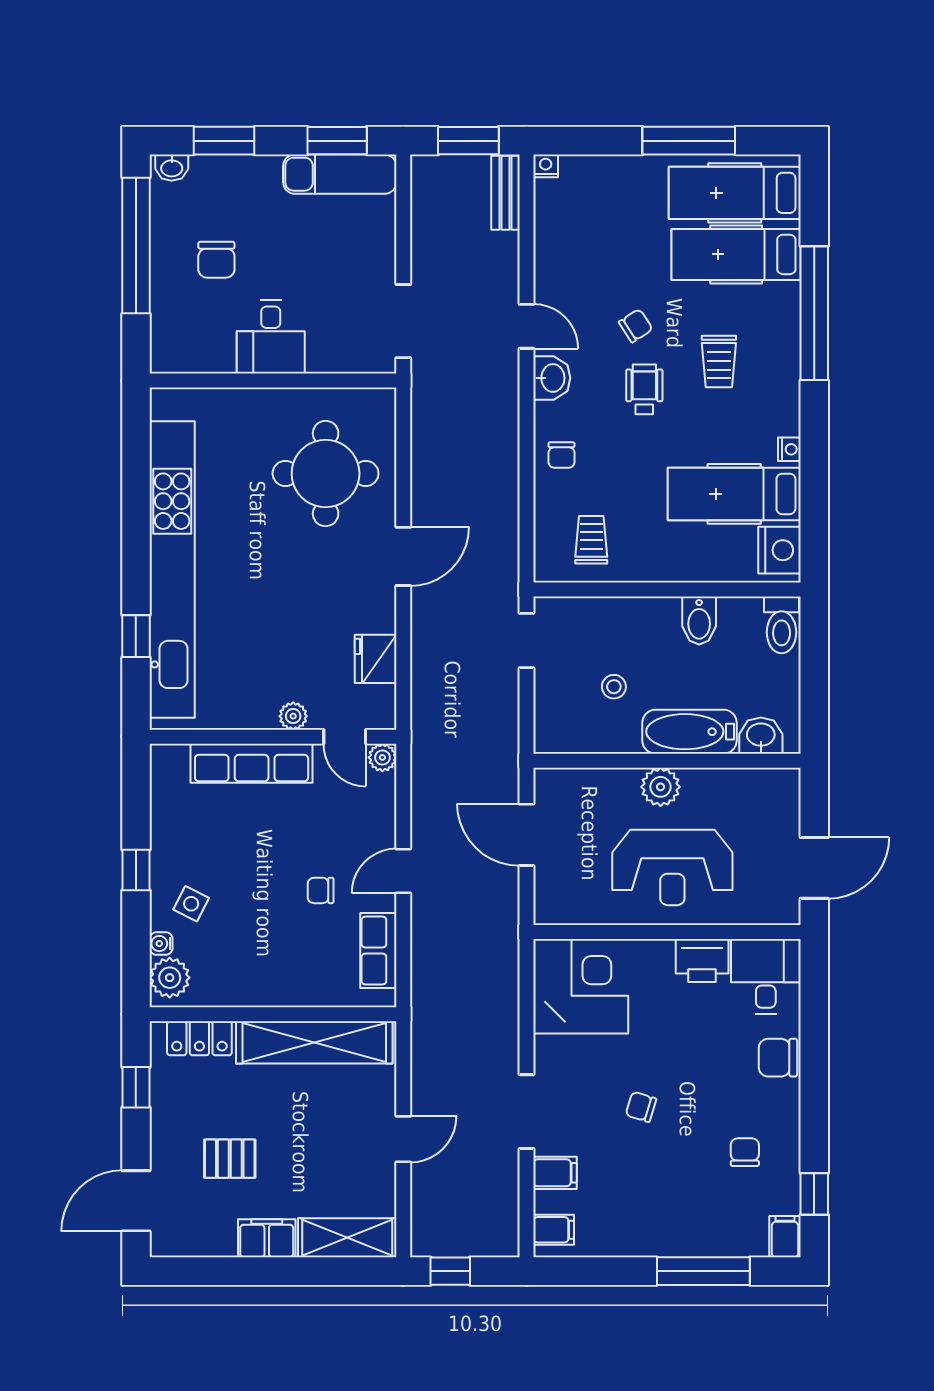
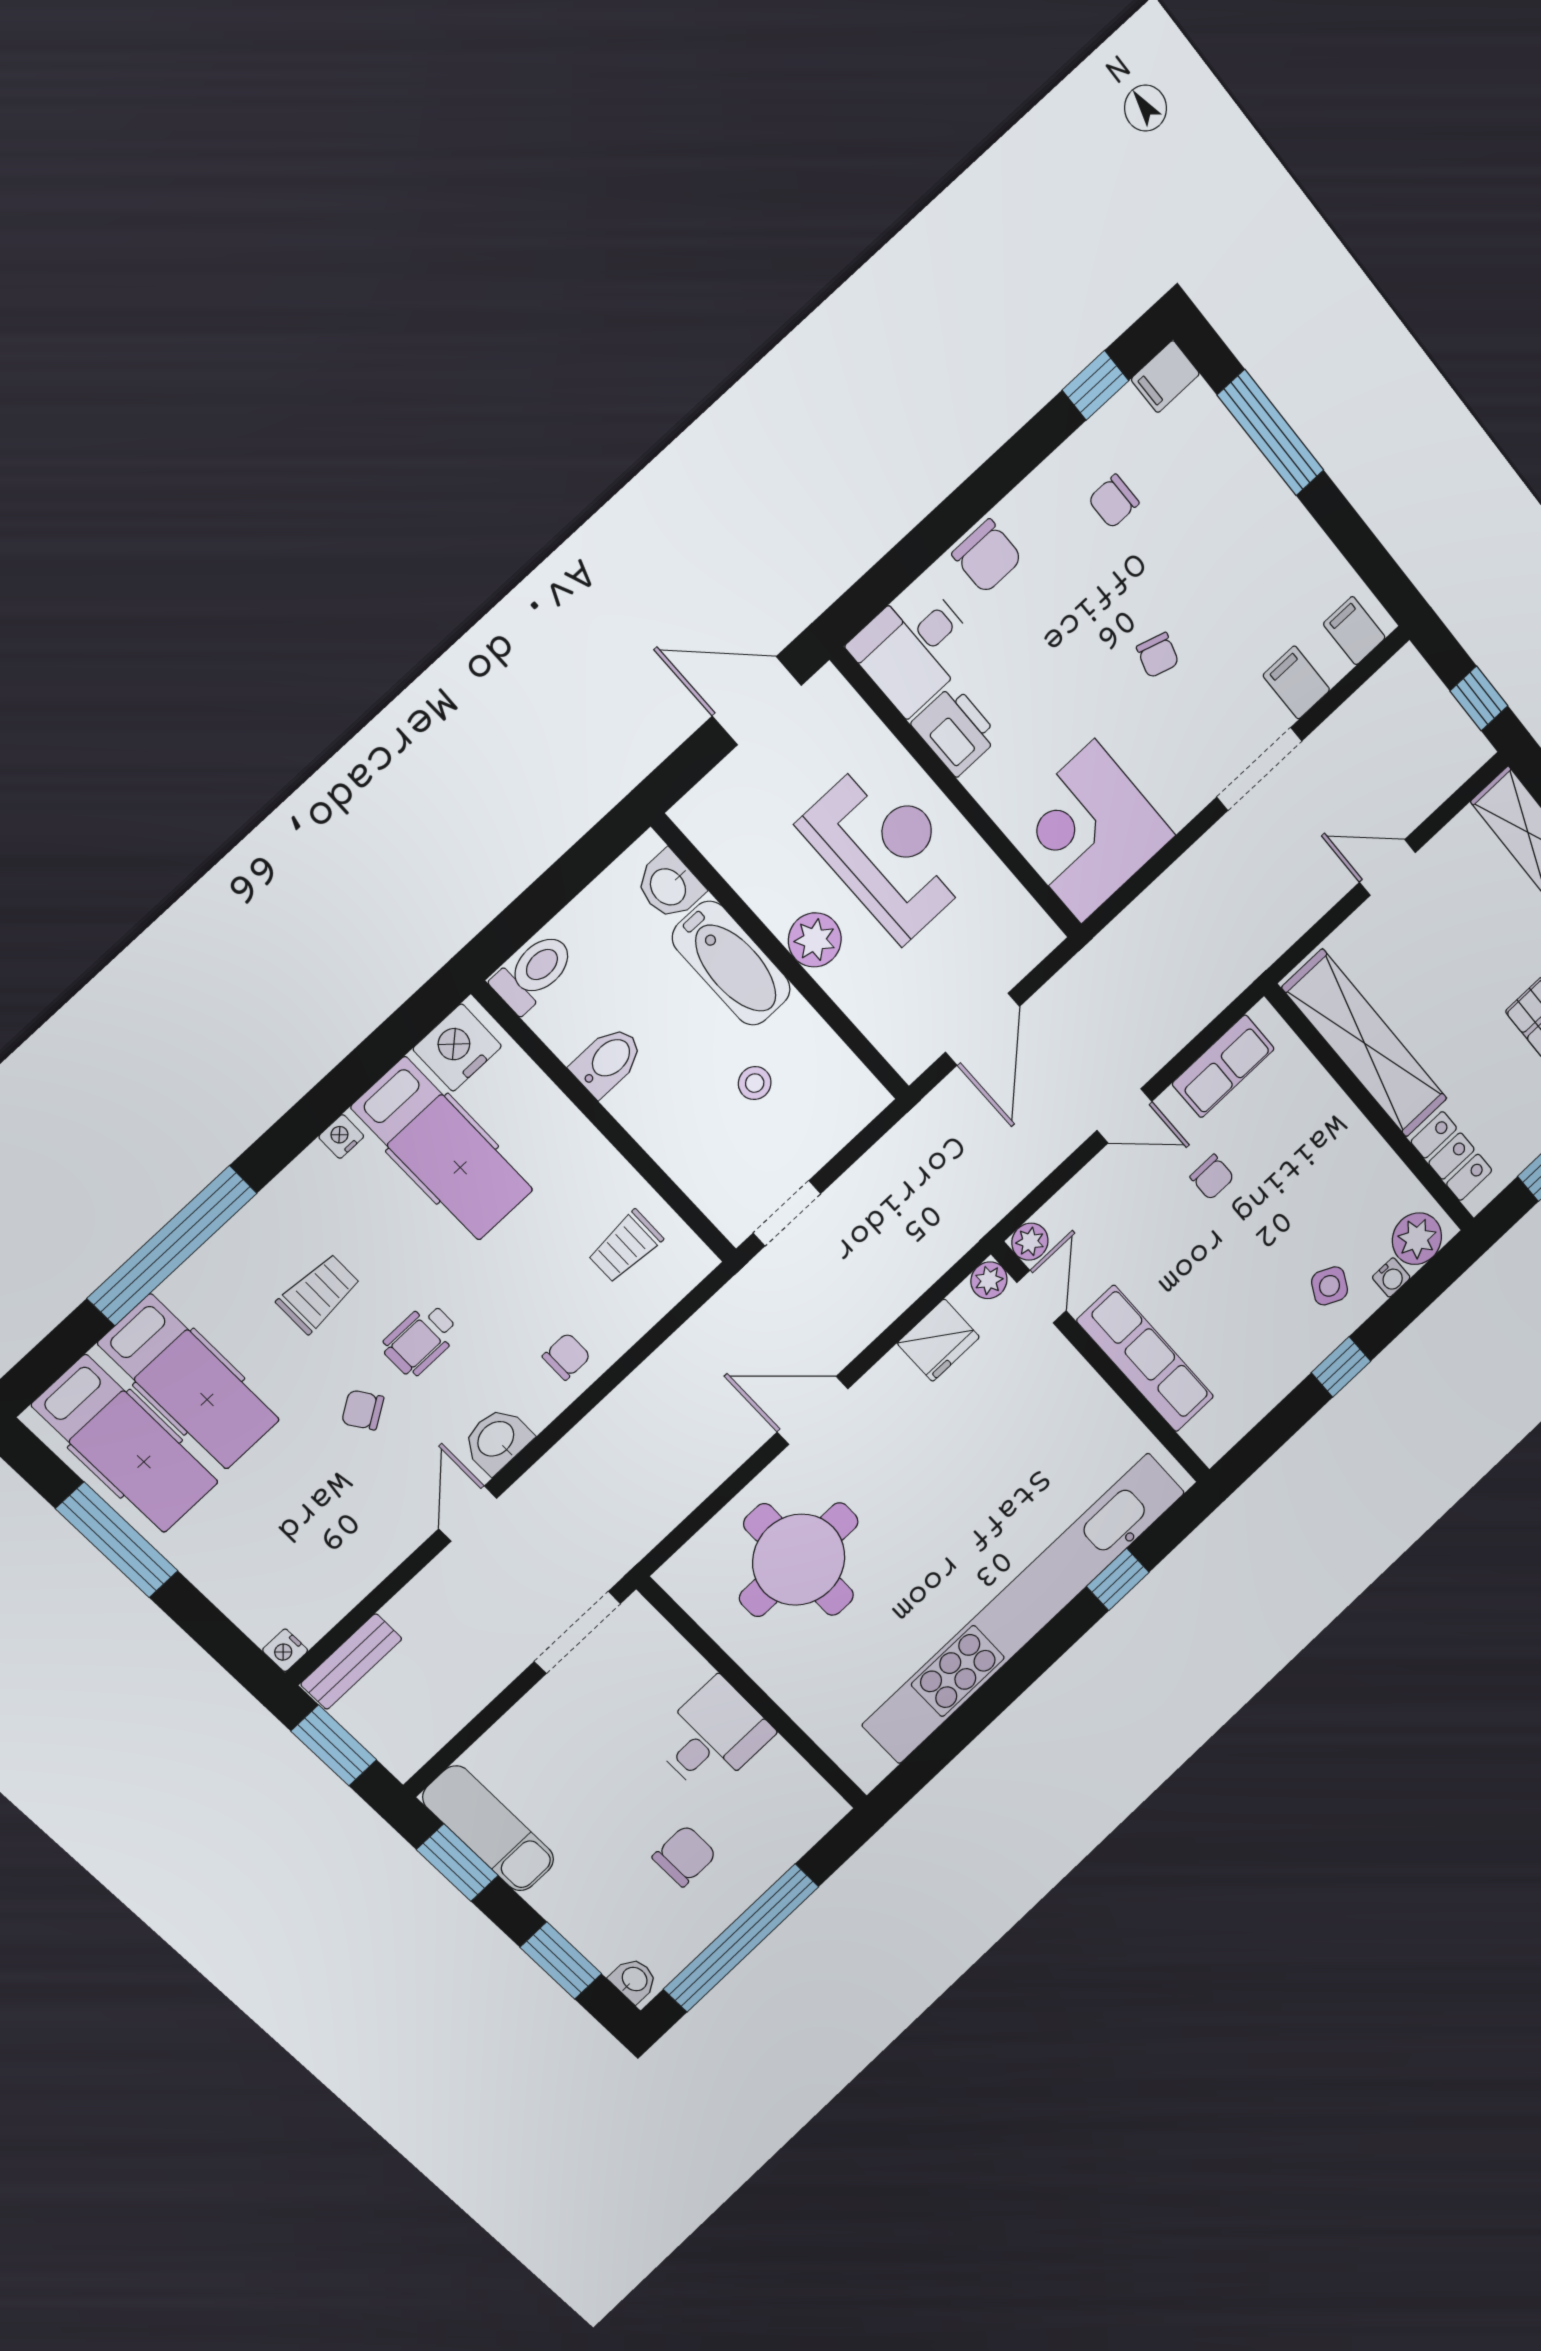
plant: (293, 716) -> (989, 1280), moved

